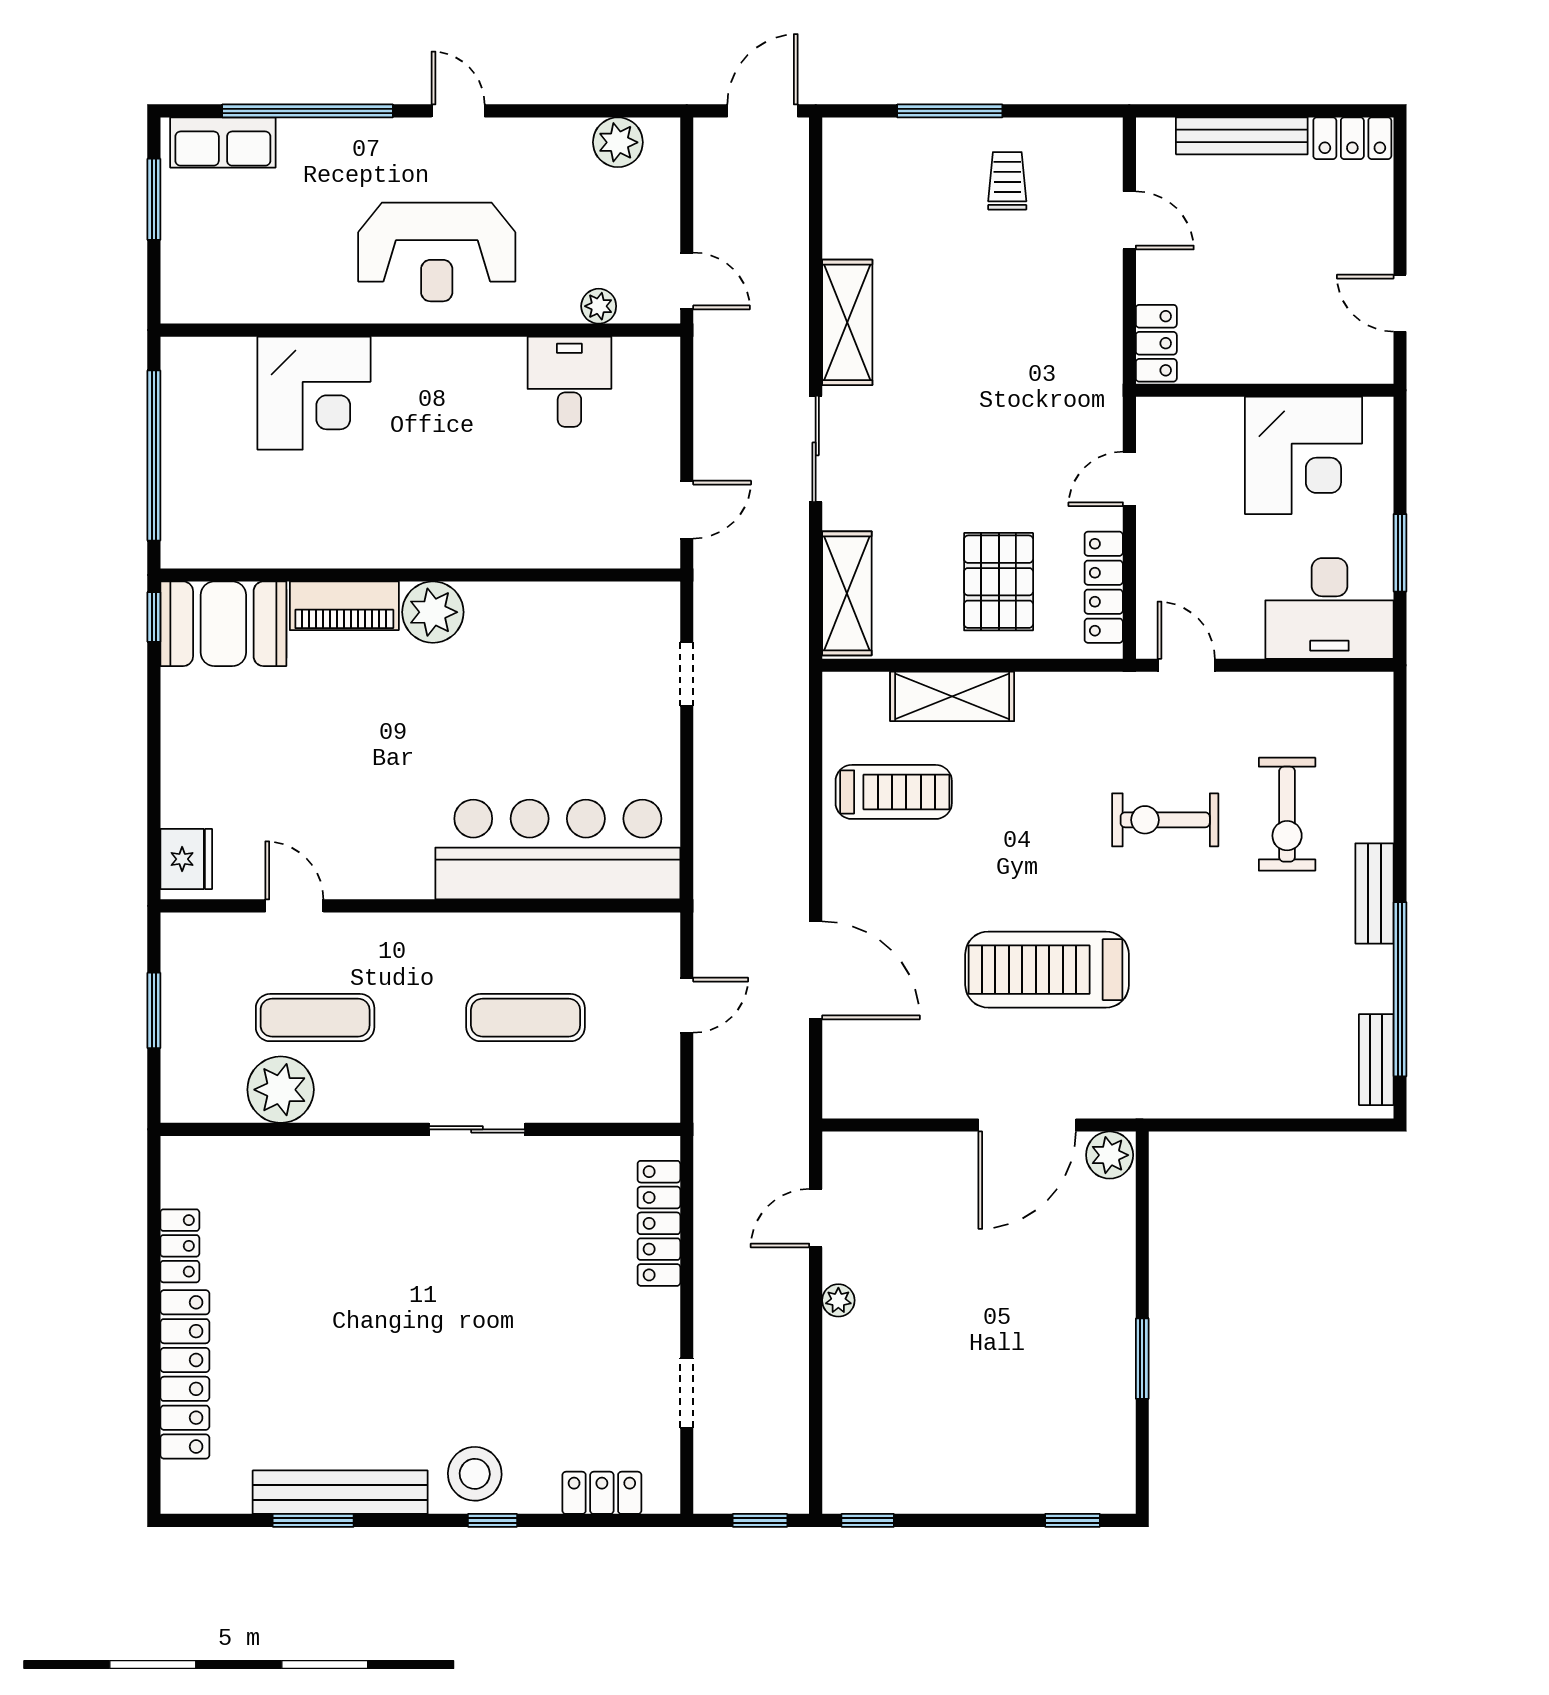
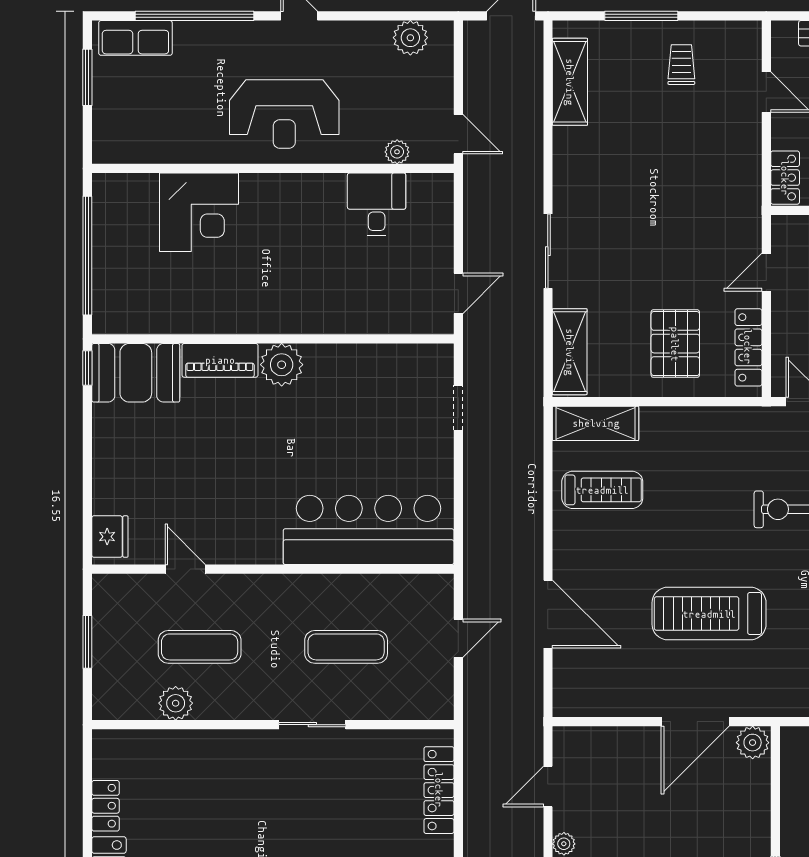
shelving: (847, 322) -> (570, 82), moved
shelving: (952, 696) -> (596, 423), moved
plant: (281, 1090) -> (176, 703), width x0.73, depth x0.73

